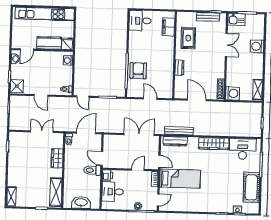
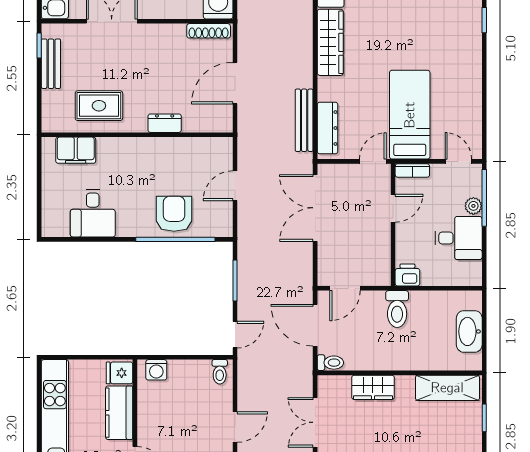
desk: (140, 21) -> (93, 213), moved
armchair: (138, 71) -> (174, 214), turned 90
door: (102, 158) -> (345, 288), moved
door: (138, 170) -> (393, 208), swing flipped
desk: (113, 192) -> (459, 238), moved, turned -90

